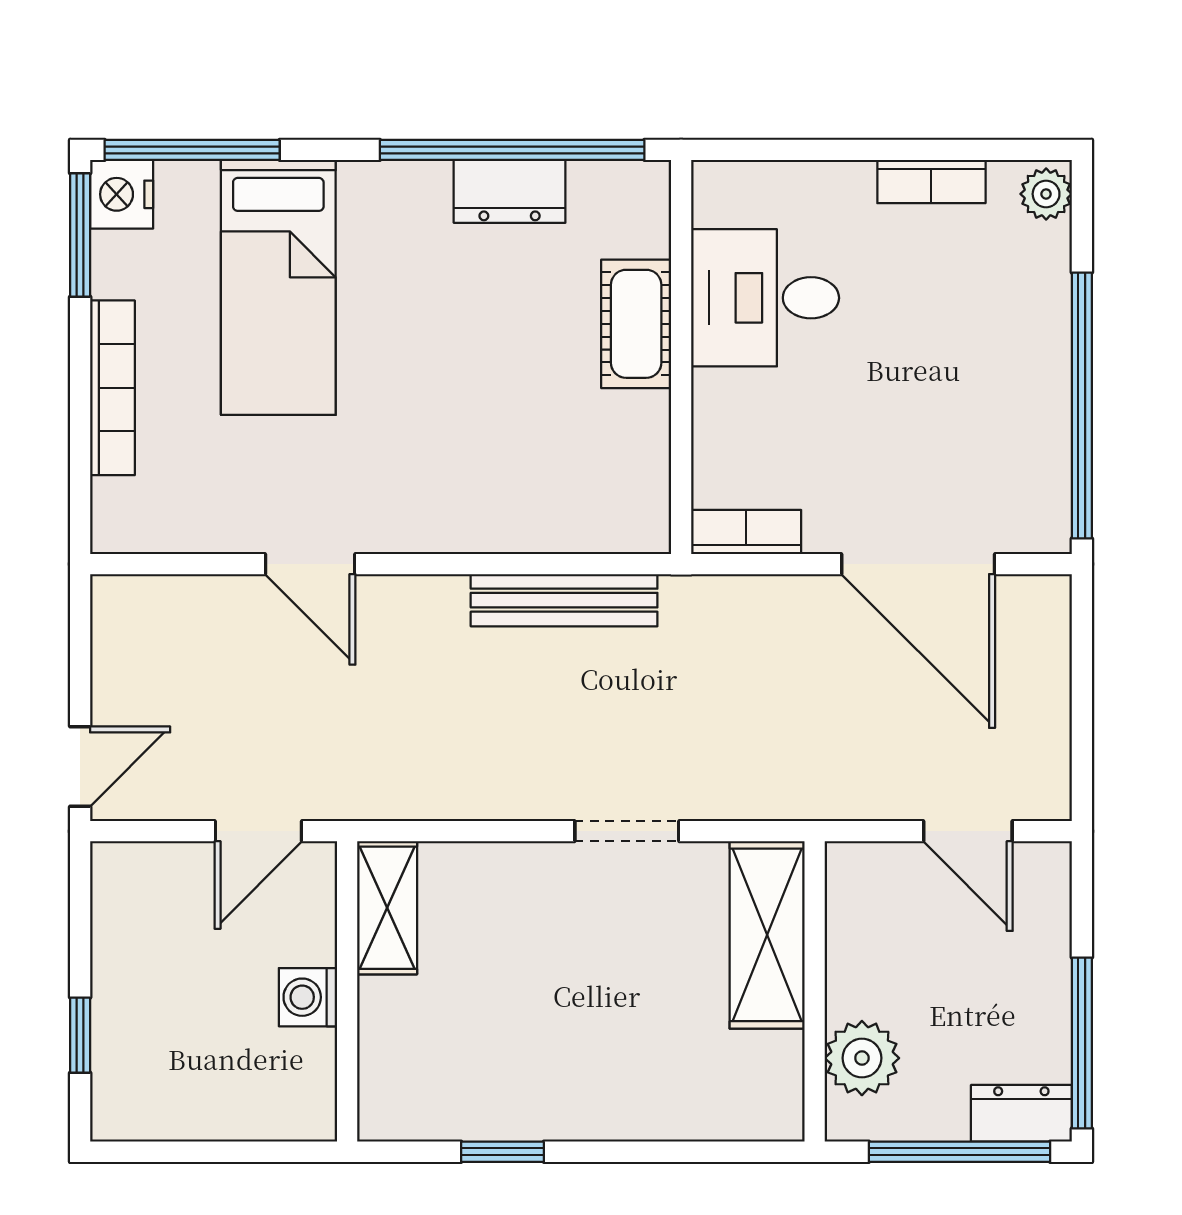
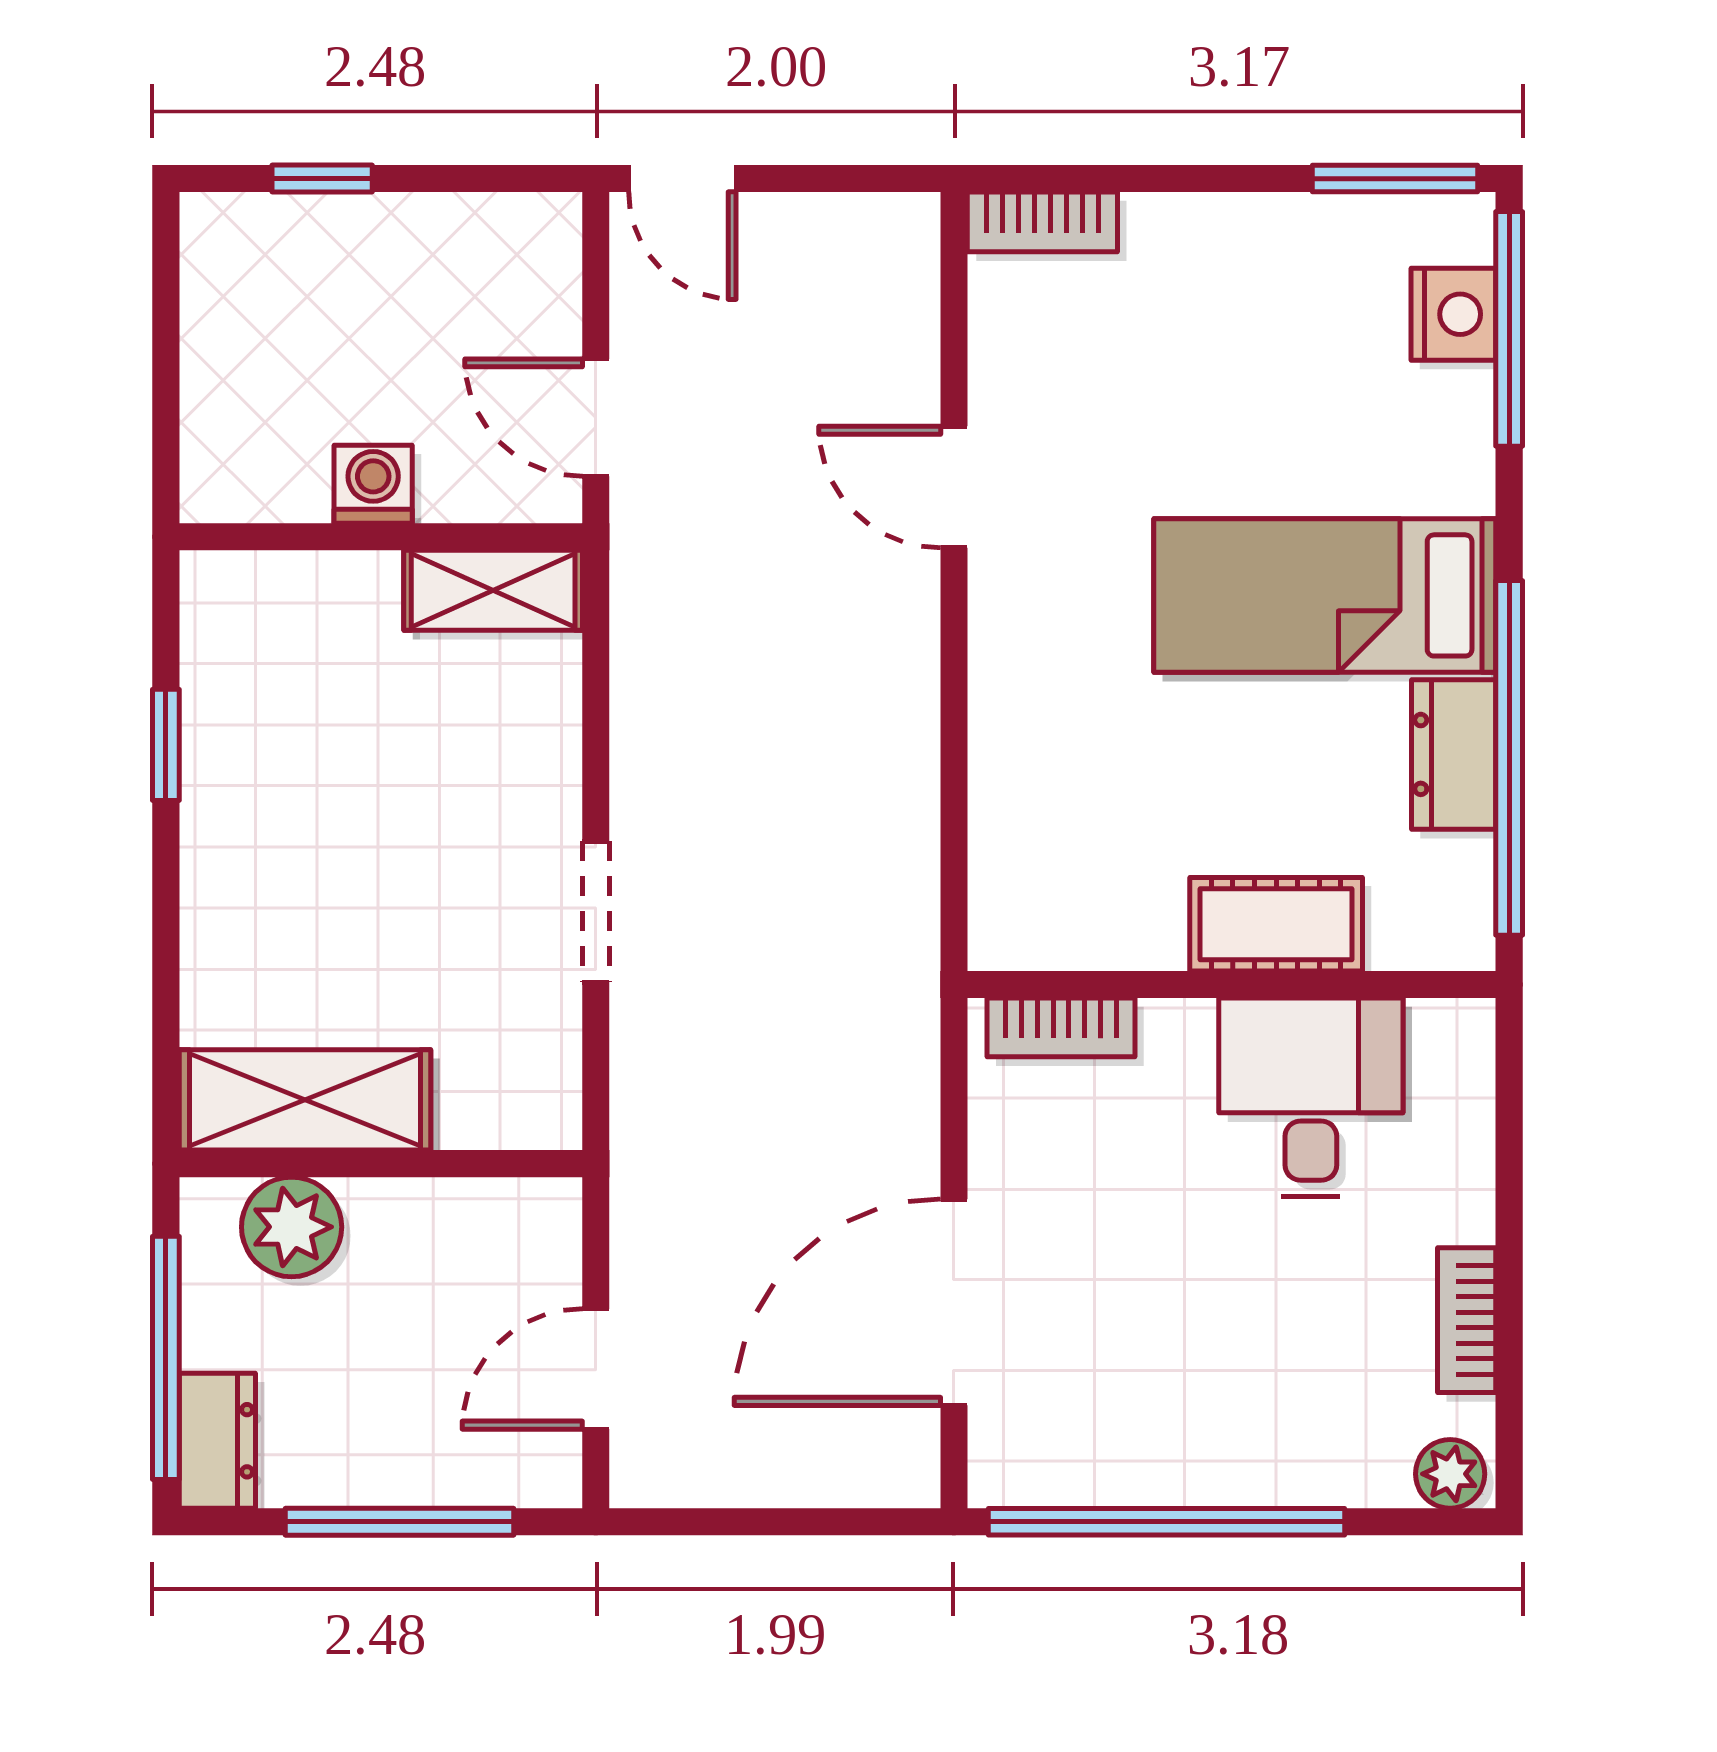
nightstand: (122, 194) -> (1453, 314), moved, turned 90
bed: (278, 287) -> (1325, 595), moved
bookcase: (112, 388) -> (1042, 222), moved, width x0.64
bookcase: (746, 532) -> (1061, 1027), moved, turned 90
door: (310, 564) -> (954, 487), hinge flipped
bench: (564, 600) -> (905, 828), removed
shelving: (767, 935) -> (305, 1100), moved
window: (1082, 1043) -> (399, 1522), moved

